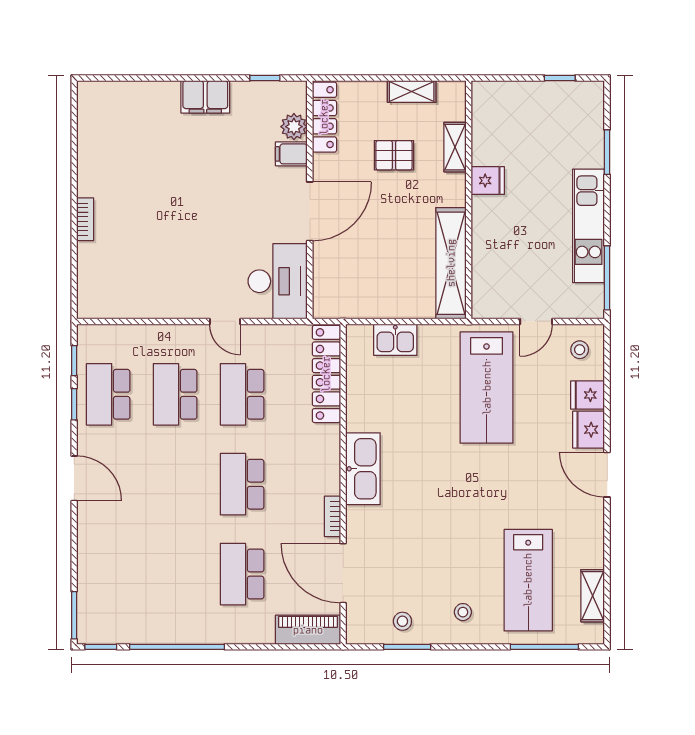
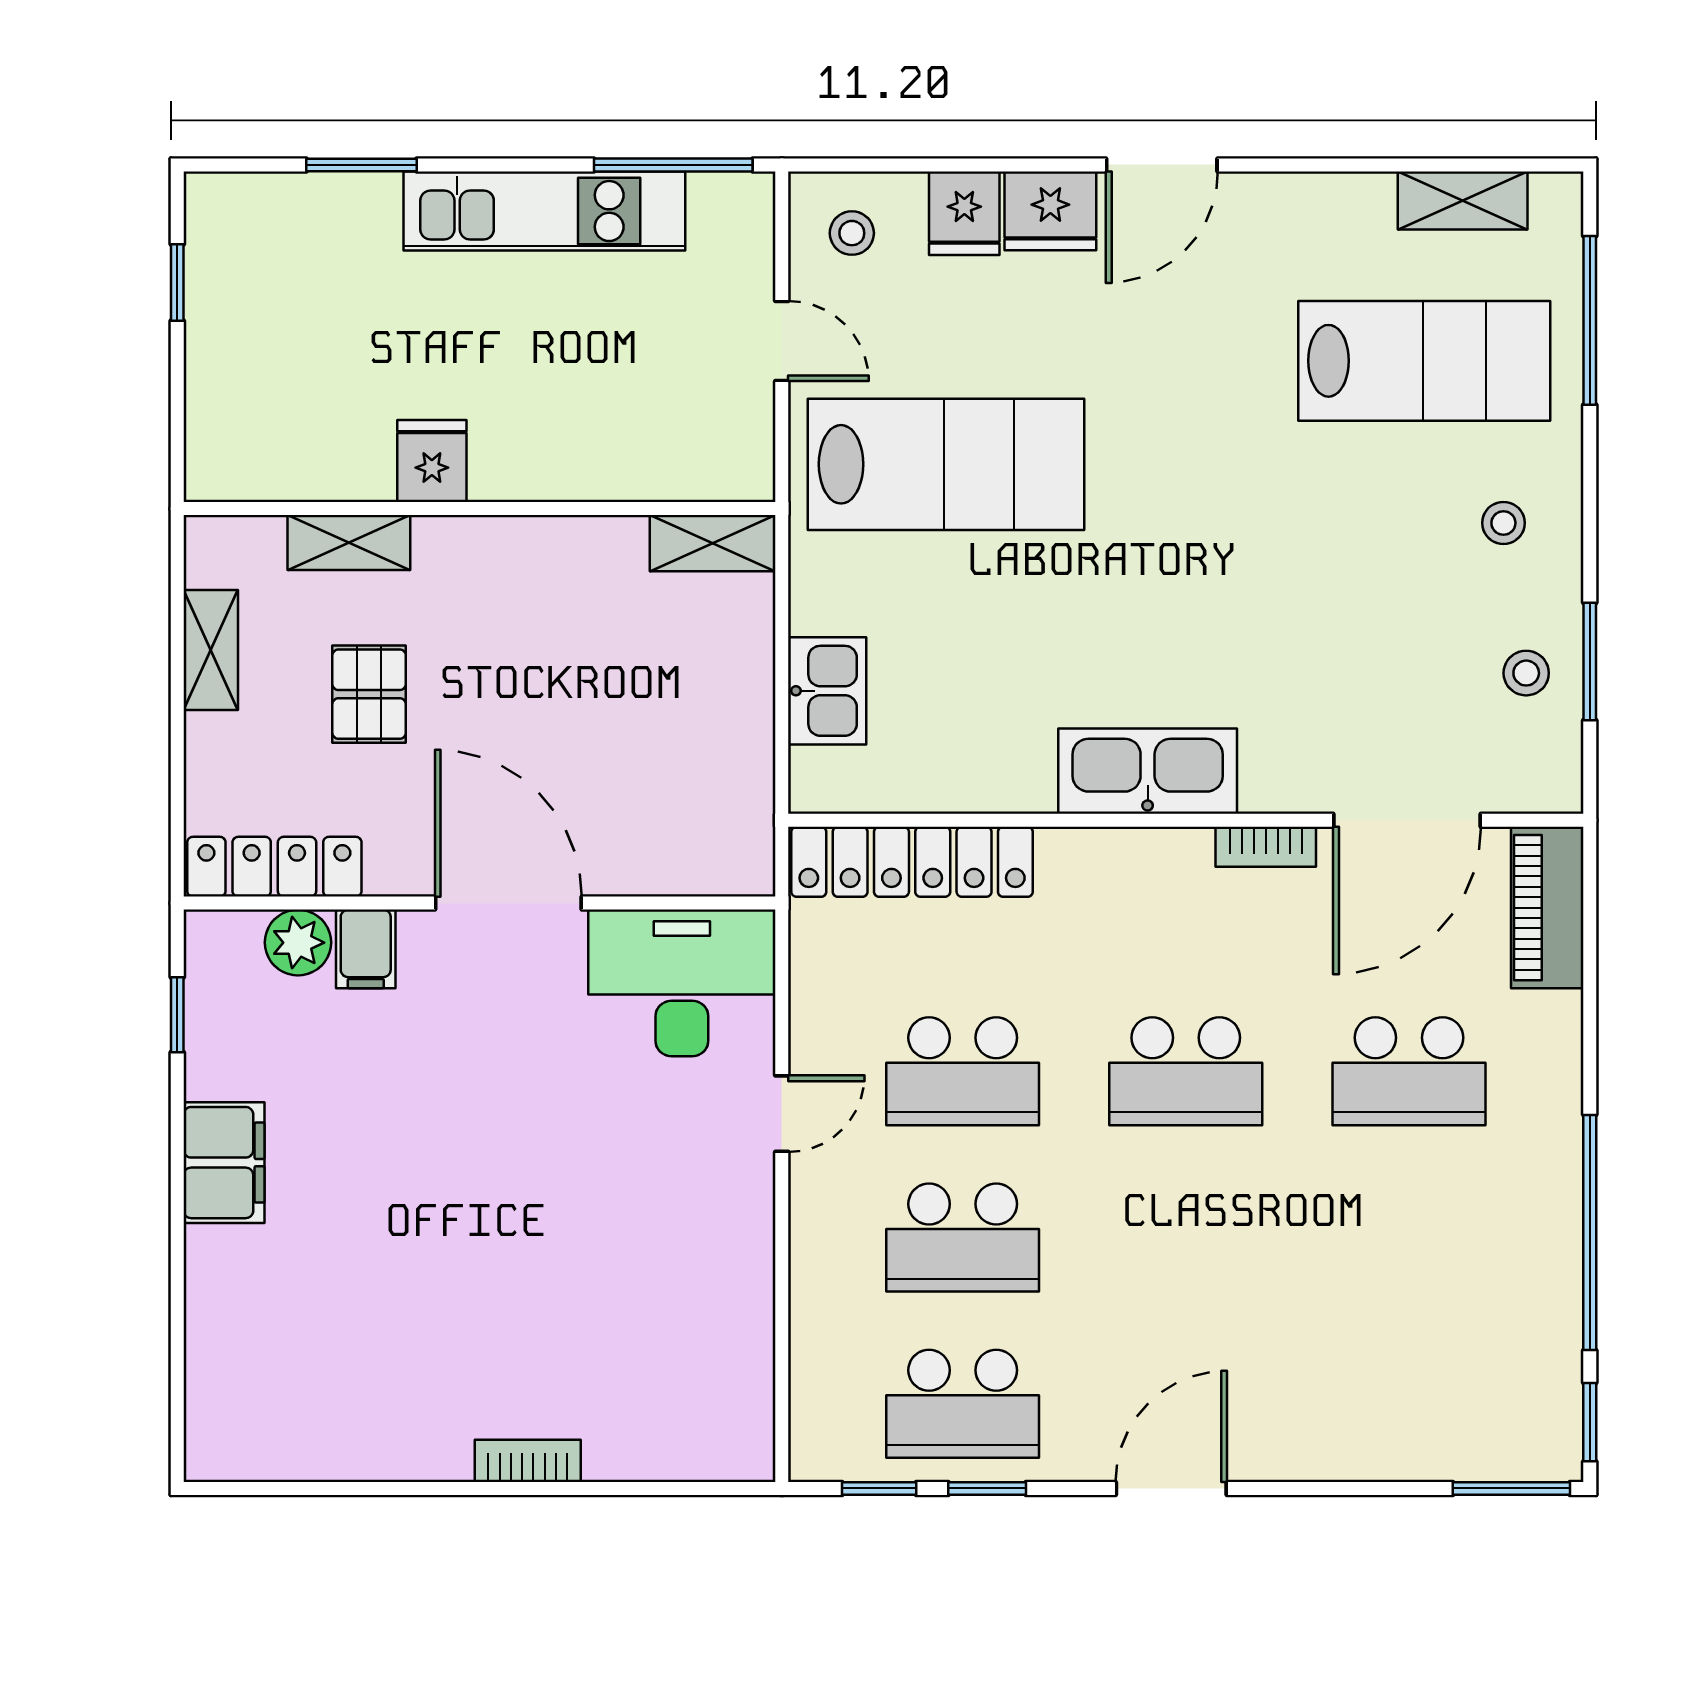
shelving: (451, 263) -> (713, 543), width x0.45, depth x0.75

